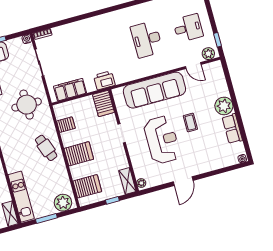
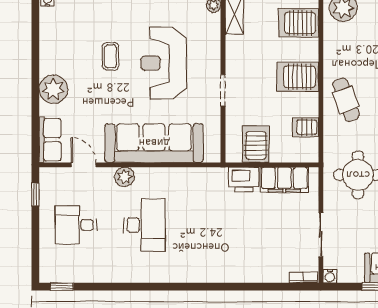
plant: (208, 54) -> (125, 177), moved
printer: (104, 80) -> (244, 179), moved
server rack: (103, 103) -> (256, 144), moved
coffee table: (190, 123) -> (110, 56), moved
row of seats: (232, 129) -> (50, 140), moved

